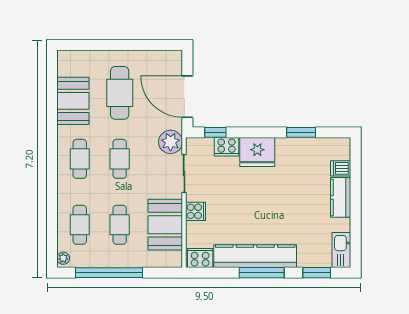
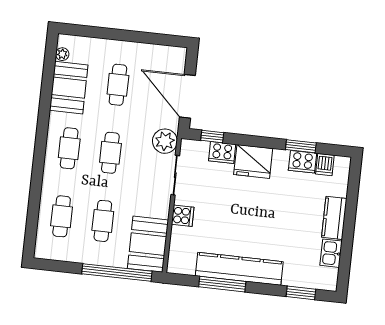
cafe table: (120, 93) -> (118, 85), width x0.73, depth x0.74
dishwasher: (341, 168) -> (325, 165), moved, turned -90
booth: (165, 225) -> (148, 244), moved
kitchen sink: (341, 250) -> (331, 253), moved, width x0.73
plant: (63, 258) -> (62, 54), moved
cooker: (200, 258) -> (302, 162), moved, turned 180
window: (109, 273) -> (117, 273), moved
window: (262, 273) -> (222, 284), moved

